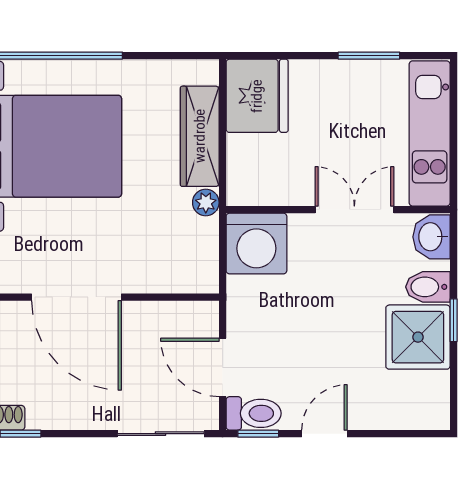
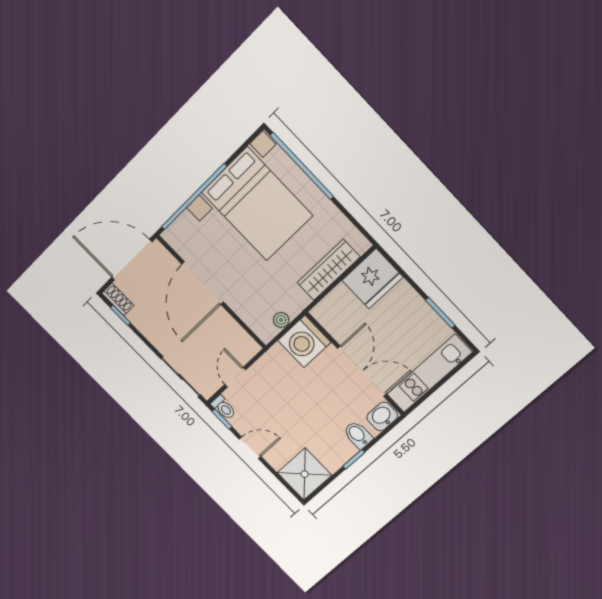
plant: (206, 203) -> (281, 320), moved
double door: (354, 210) -> (362, 371), width x1.37
shower: (418, 337) -> (305, 474), moved
door: (223, 367) -> (235, 377), width x0.73
toilet: (254, 413) -> (224, 408), width x0.73, depth x0.72

